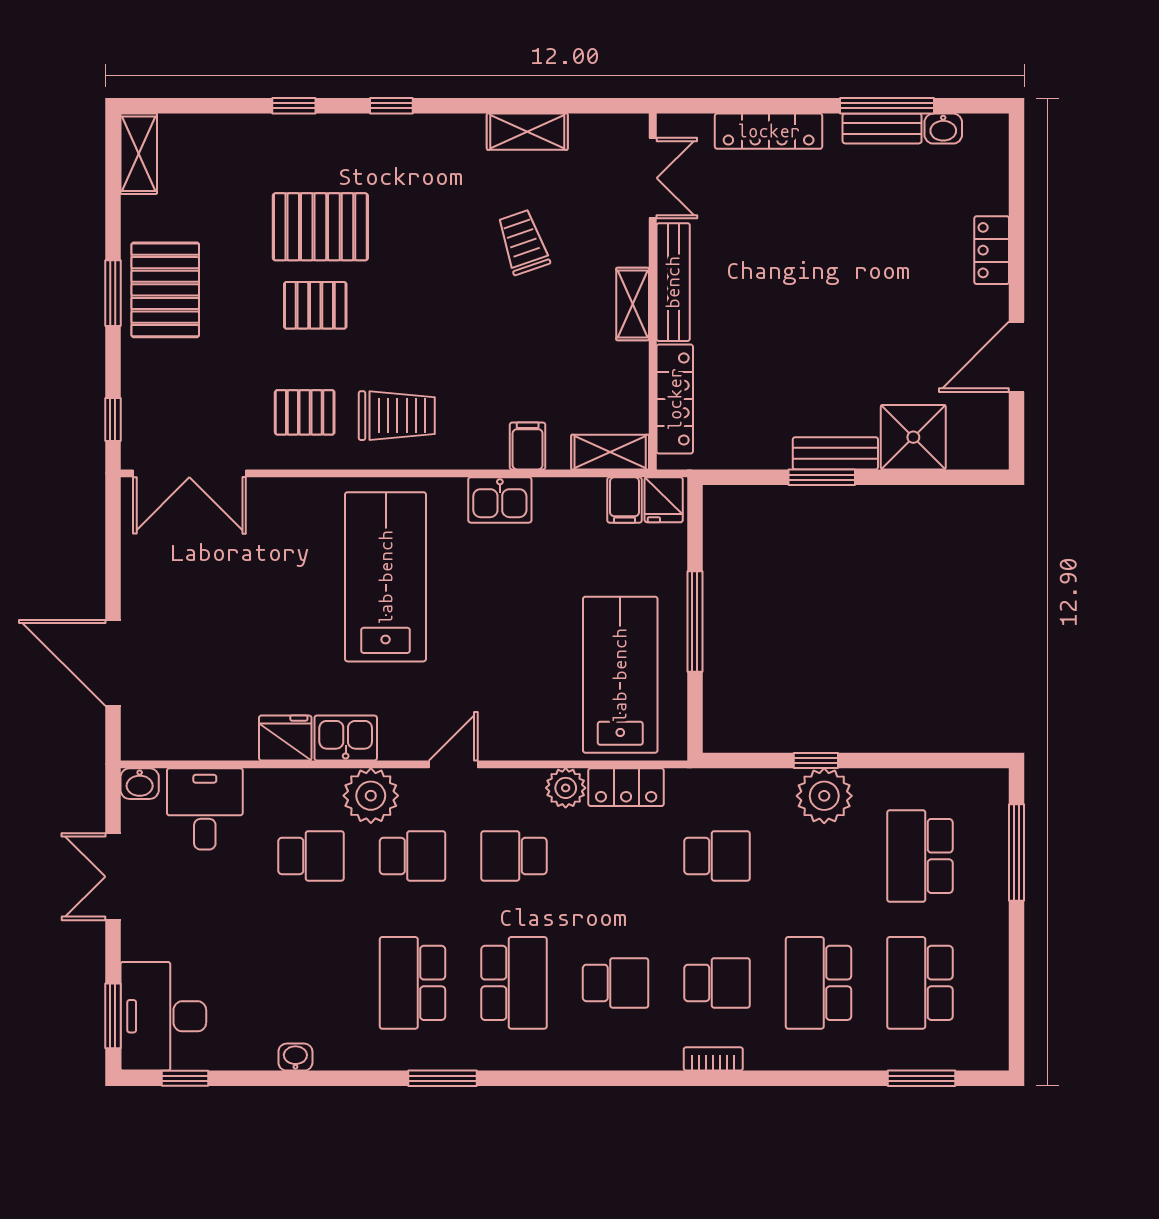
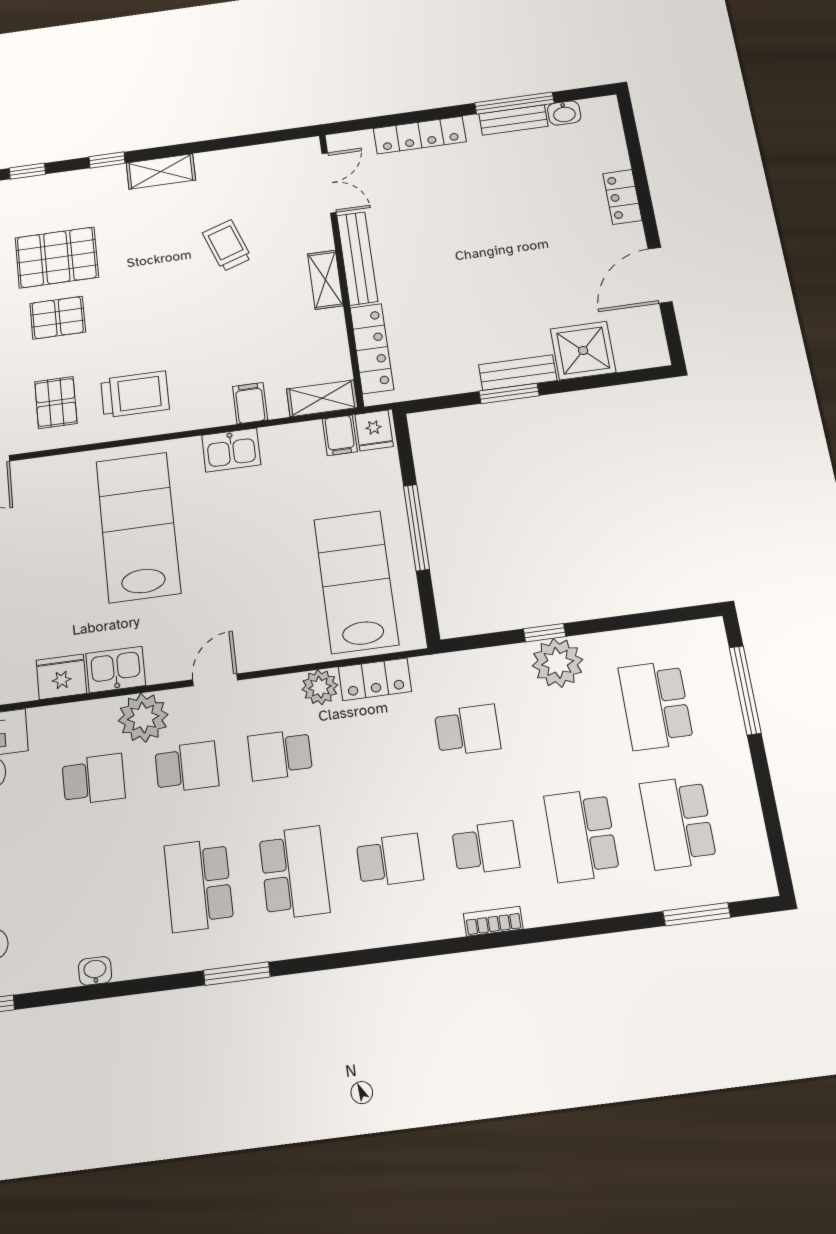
shelving: (527, 132) -> (161, 172), moved
pallet: (305, 412) -> (56, 403), turned 90

